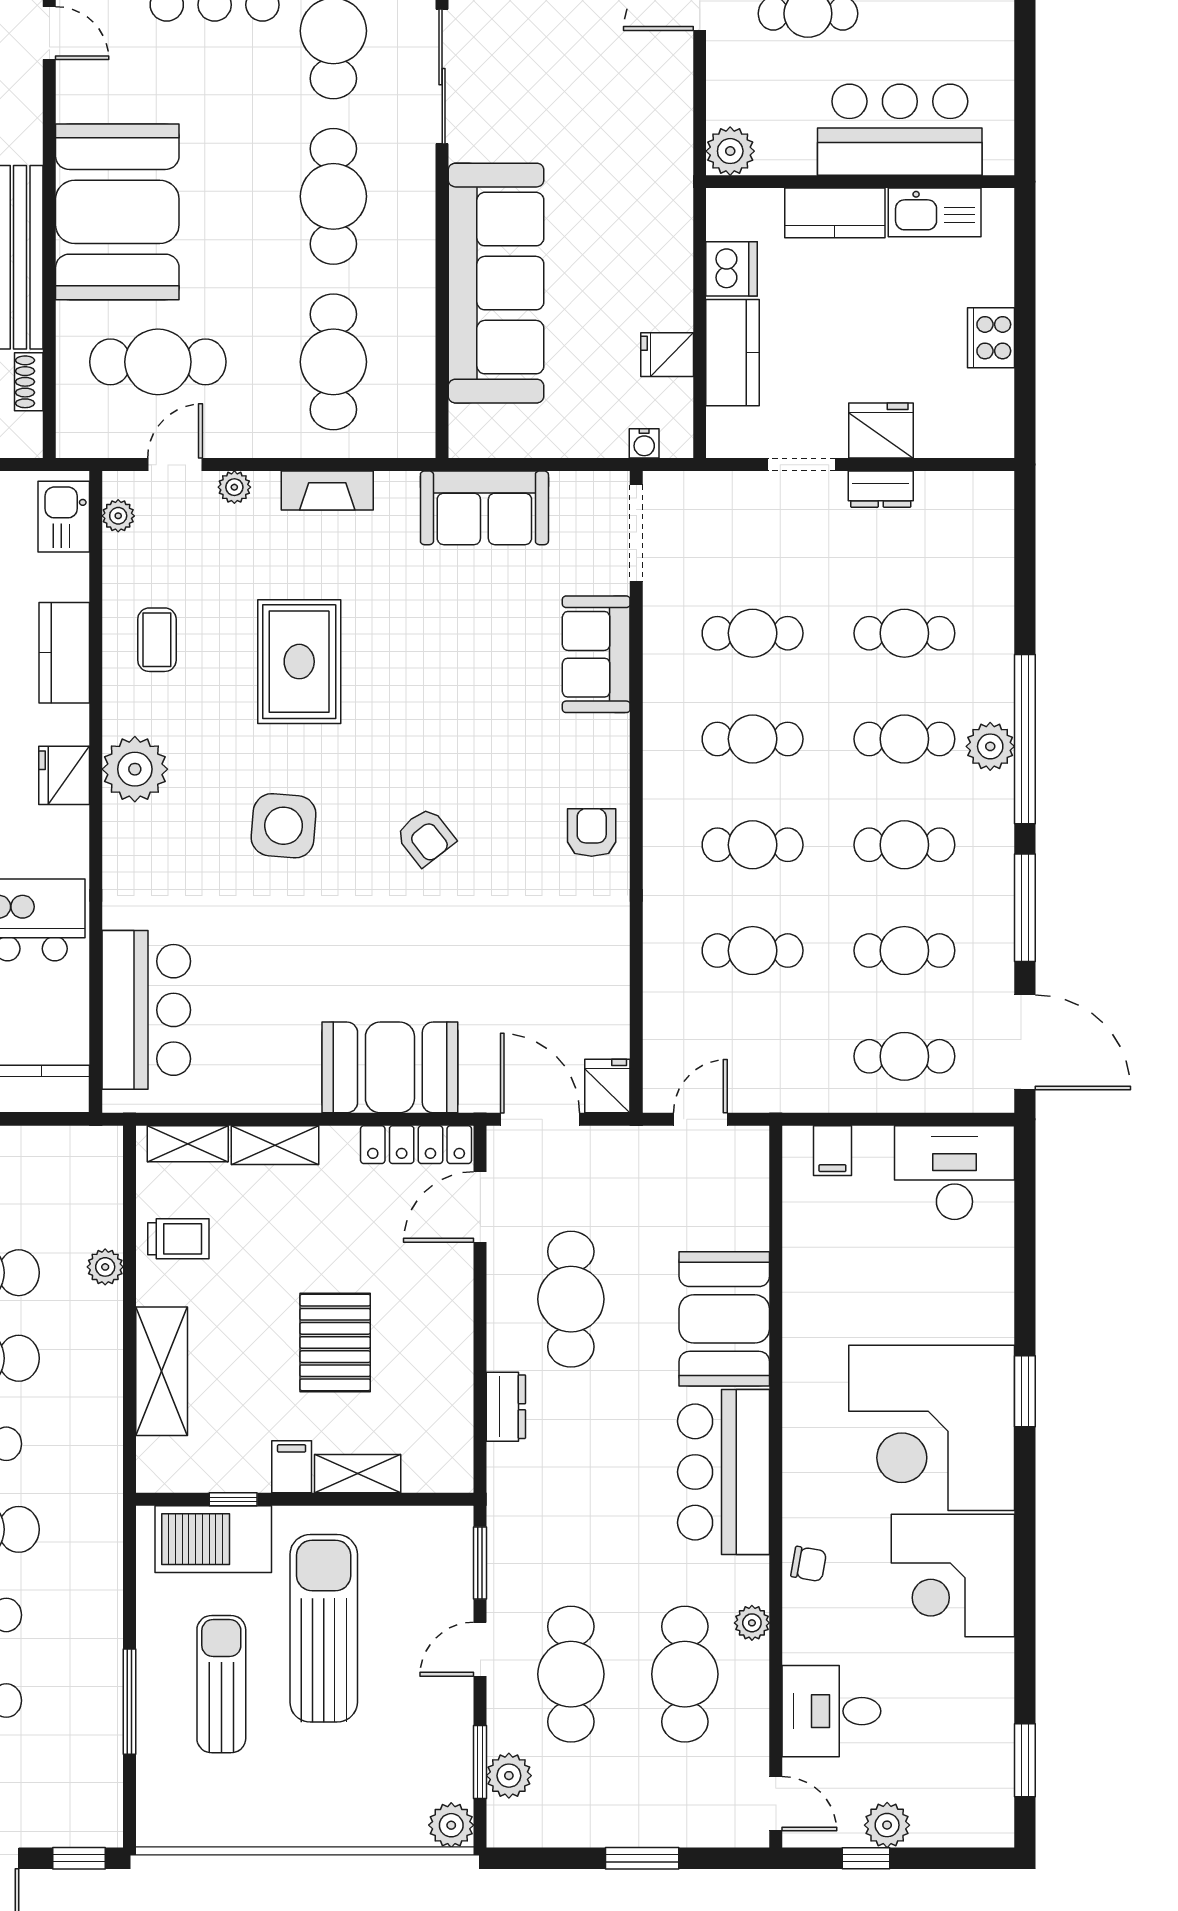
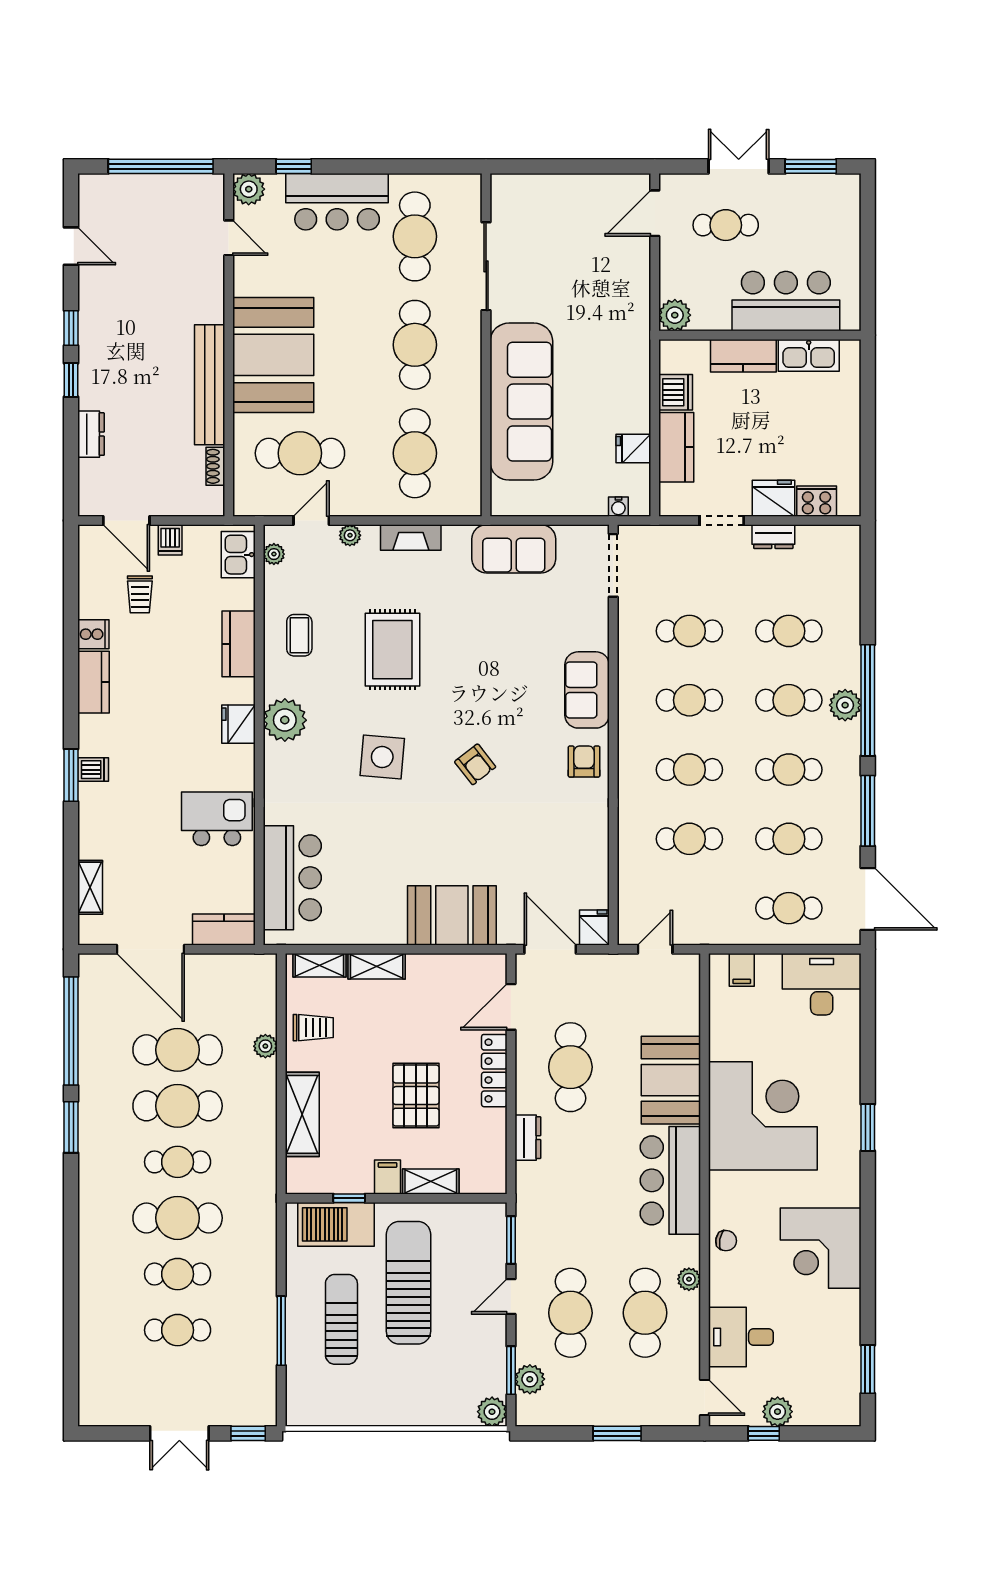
cooker: (991, 338) -> (817, 501), moved, turned 90
sofa: (596, 654) -> (587, 690), moved
locker: (416, 1145) -> (494, 1071), moved, turned 90
corner desk: (932, 1428) -> (763, 1116), moved, turned 180

